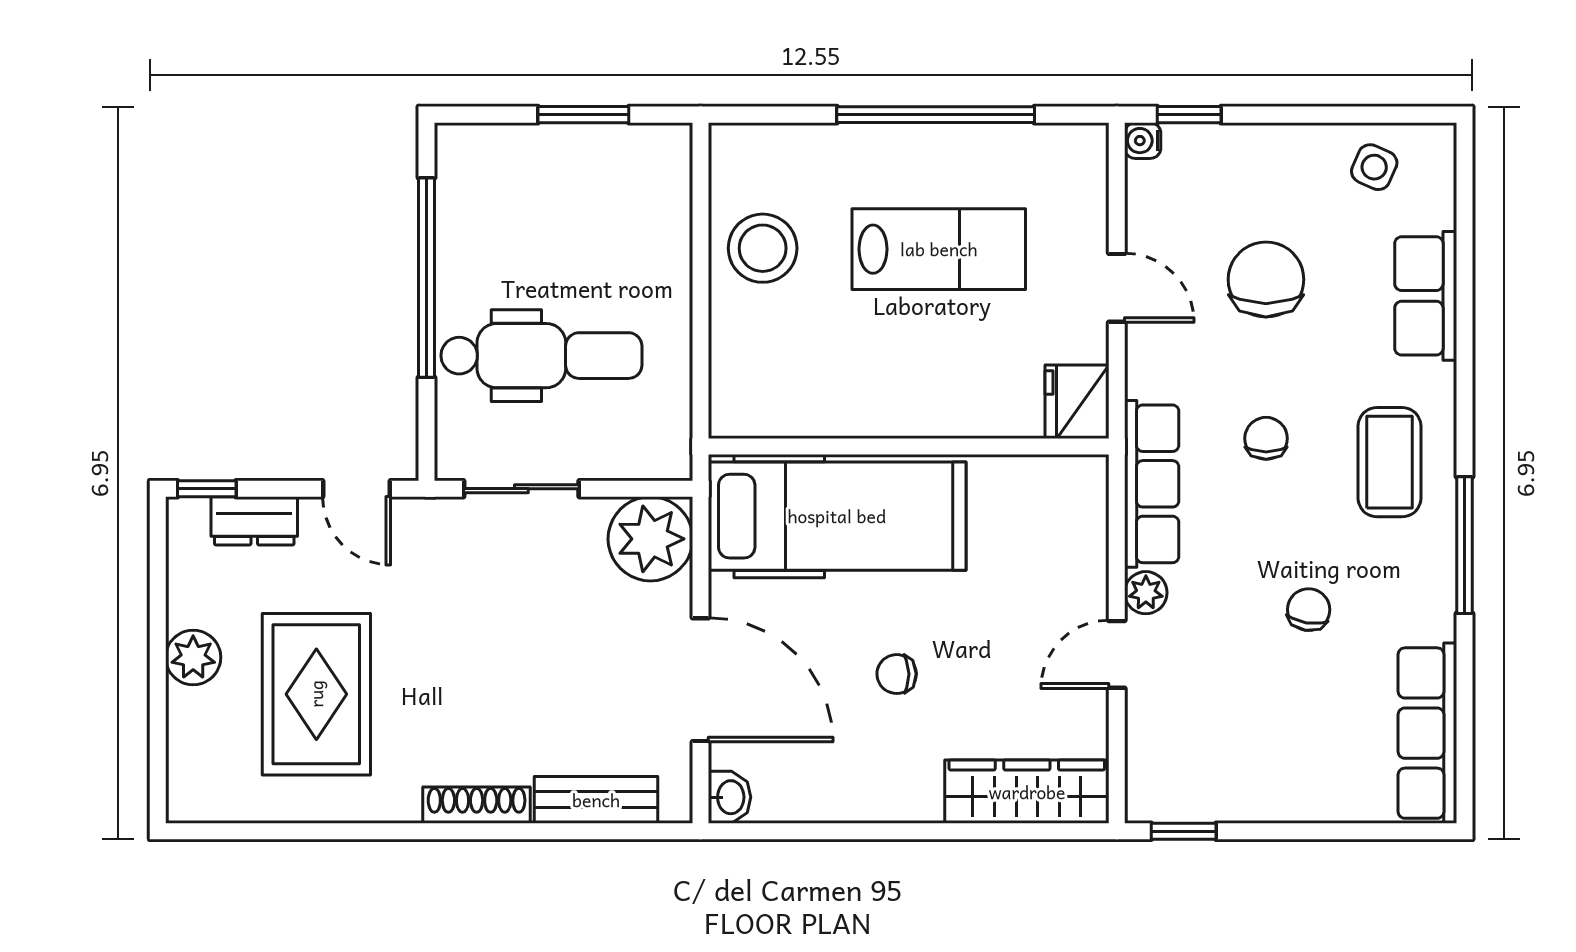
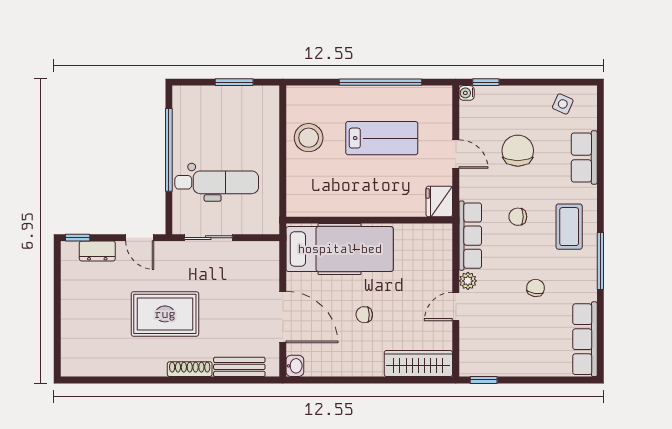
chair: (1266, 438) -> (518, 217), turned -90
plant: (650, 539) -> (262, 258), removed
plant: (193, 657) -> (72, 308), removed
rug: (316, 694) -> (165, 314), moved, turned 90

